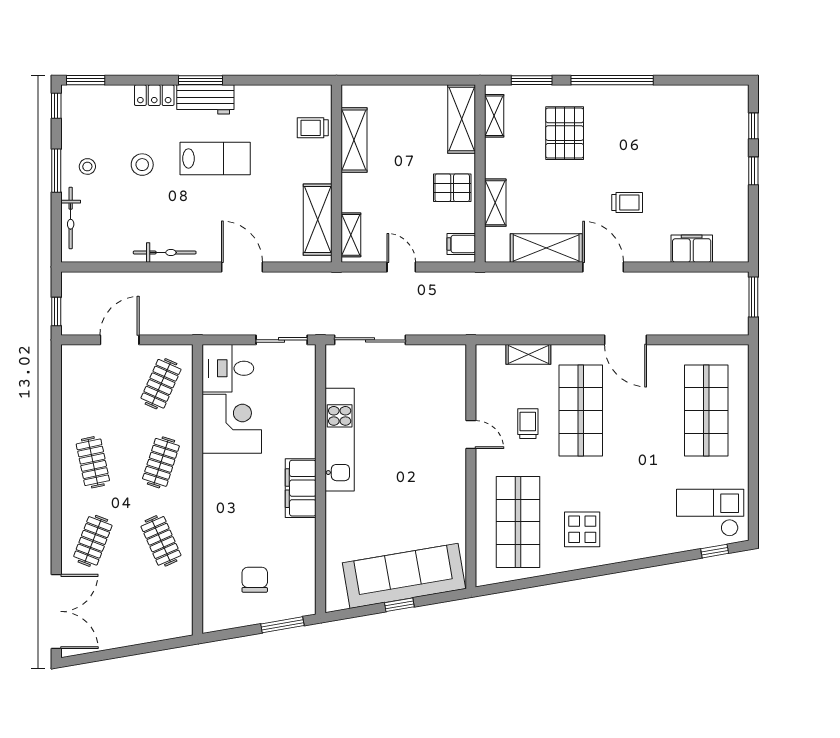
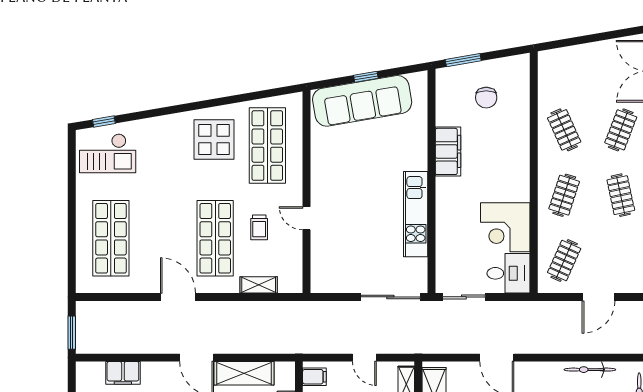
bicycle: (165, 253) -> (590, 370), moved
filing cabinet: (301, 488) -> (448, 151), moved
display table: (582, 529) -> (214, 140), width x1.36, depth x1.36

